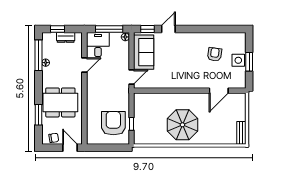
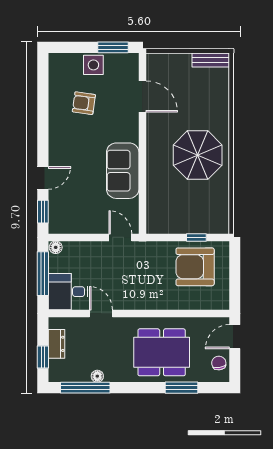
door: (168, 29) -> (43, 178), swing flipped
sofa: (144, 52) -> (123, 171), moved, turned -90
window: (249, 62) -> (113, 47), moved
dining table: (60, 102) -> (162, 352), turned 90

